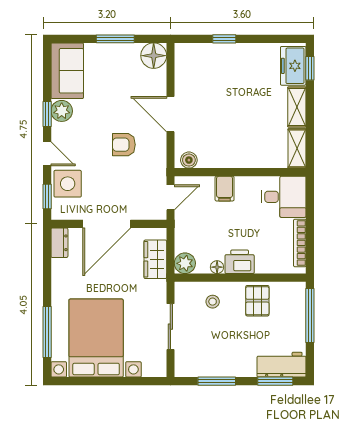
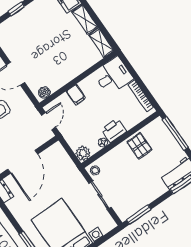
wardrobe: (155, 259) -> (65, 163), removed
stool: (213, 302) -> (95, 170), moved
window: (217, 381) -> (139, 215), moved

